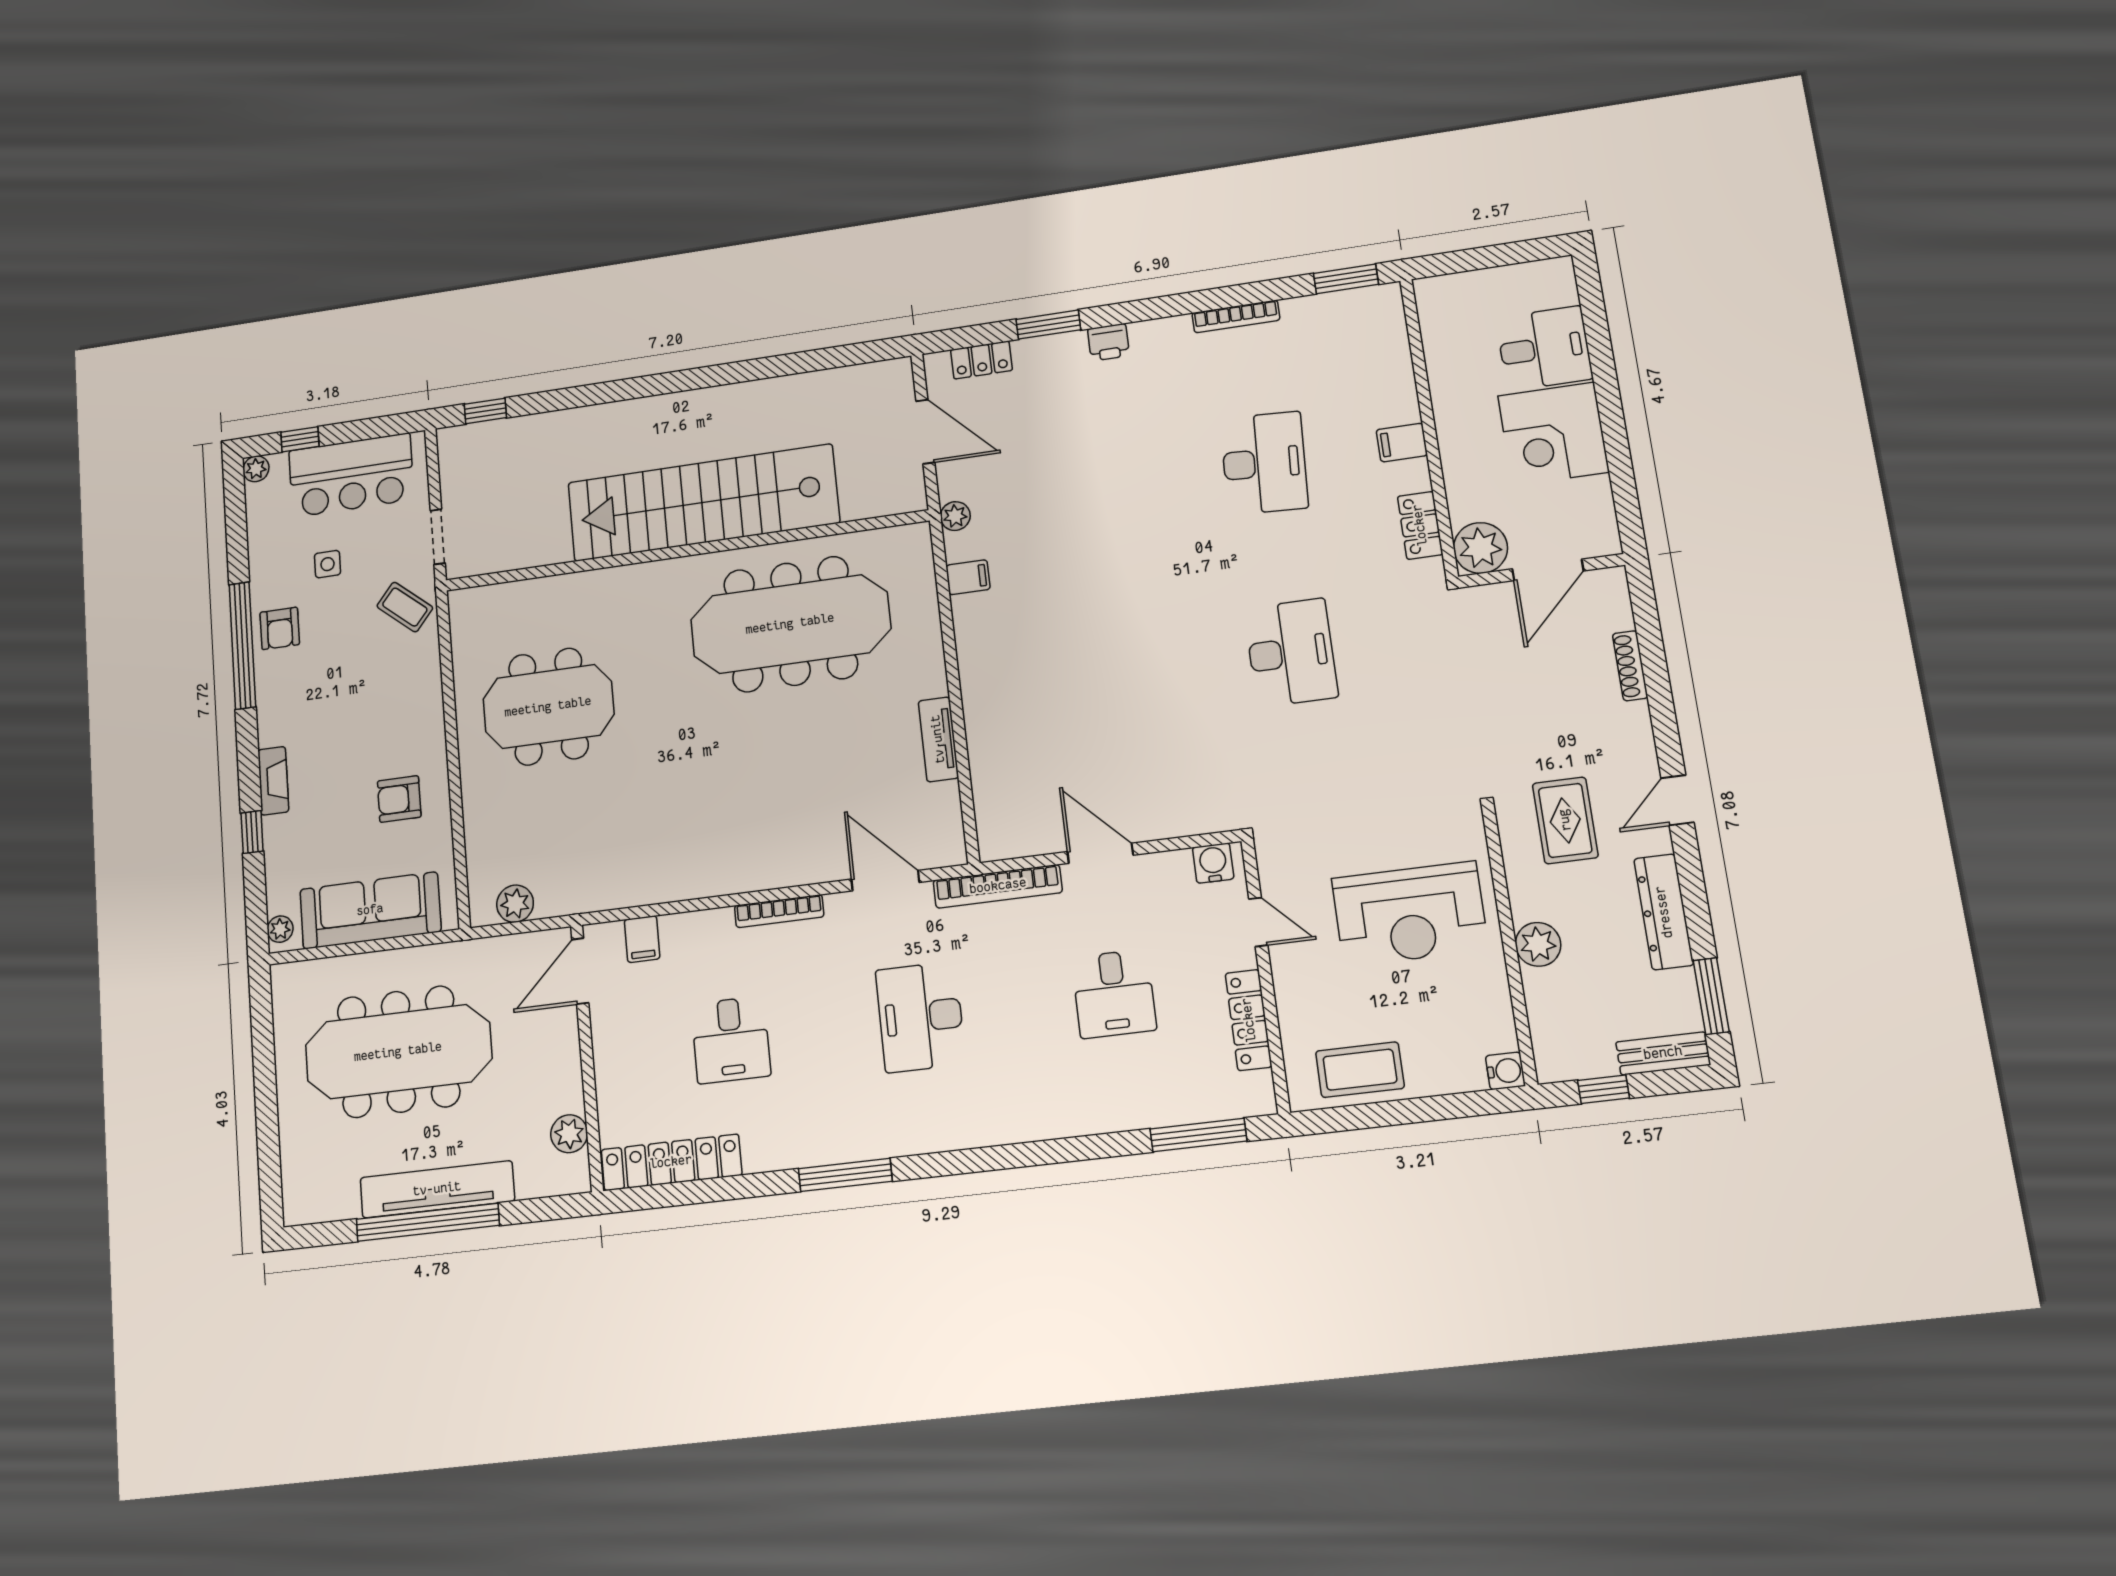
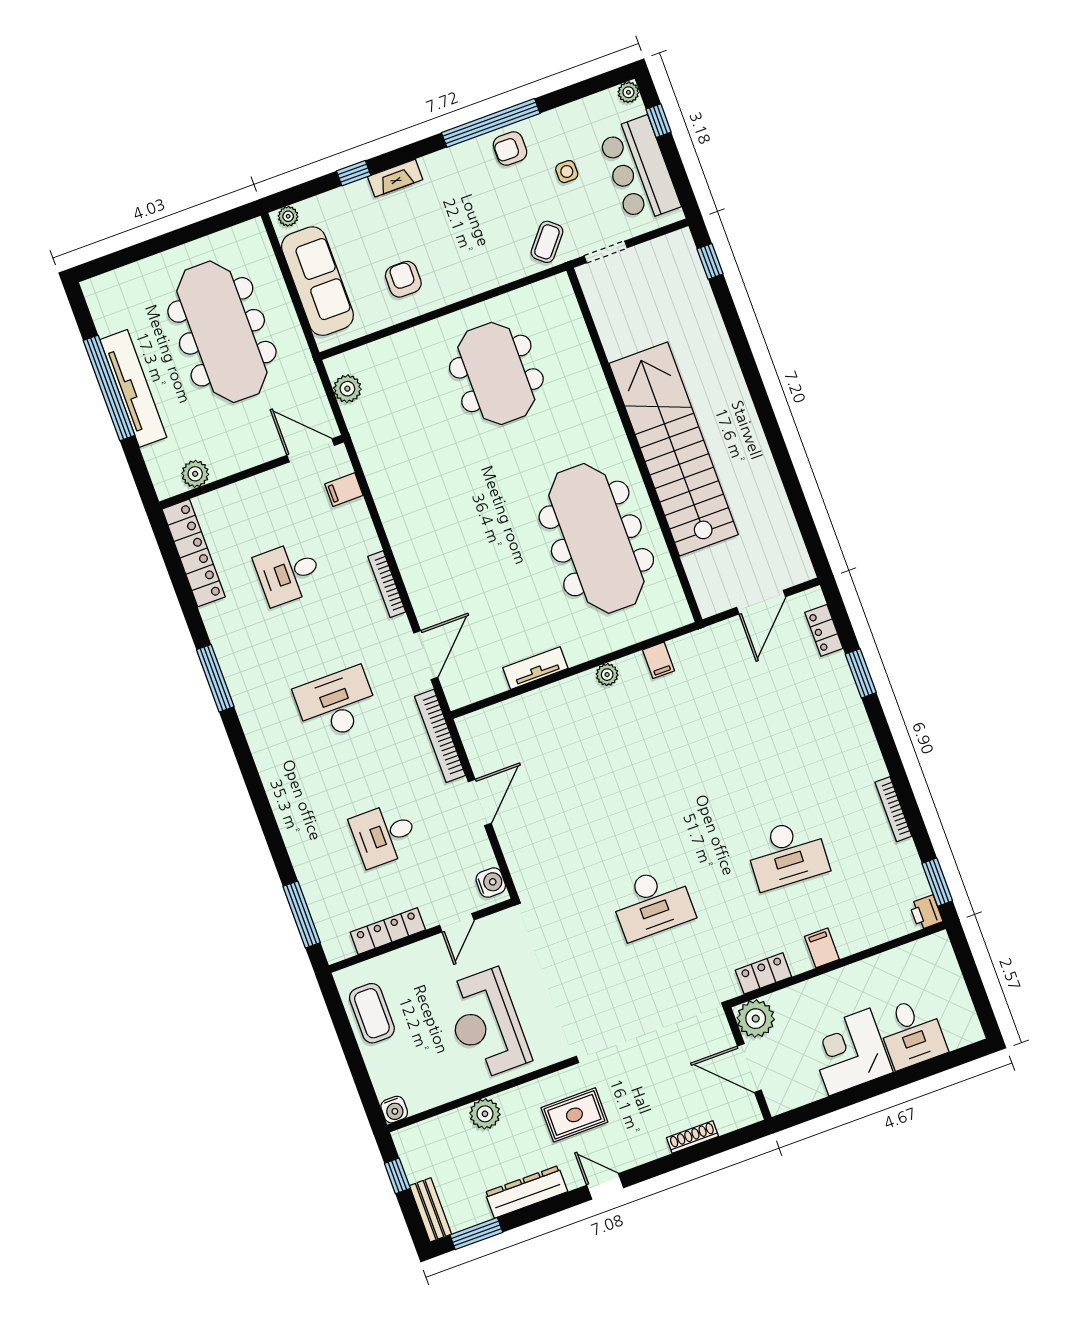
printer: (1108, 342) -> (926, 912), moved
plant: (955, 516) -> (607, 675), moved

